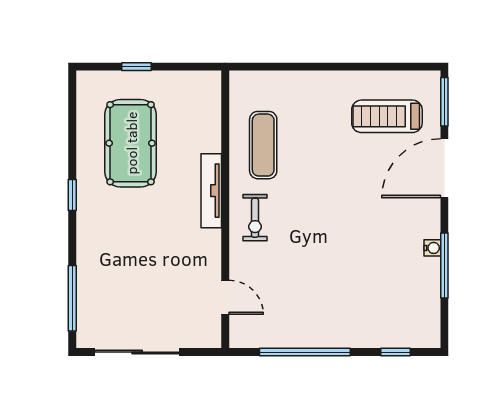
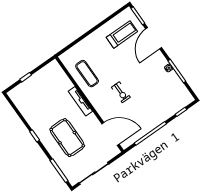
treadmill: (387, 116) -> (122, 34), turned 180
pool table: (131, 143) -> (67, 138), moved
exercise bike: (255, 218) -> (121, 92), moved
door: (225, 297) -> (110, 134), width x1.88

